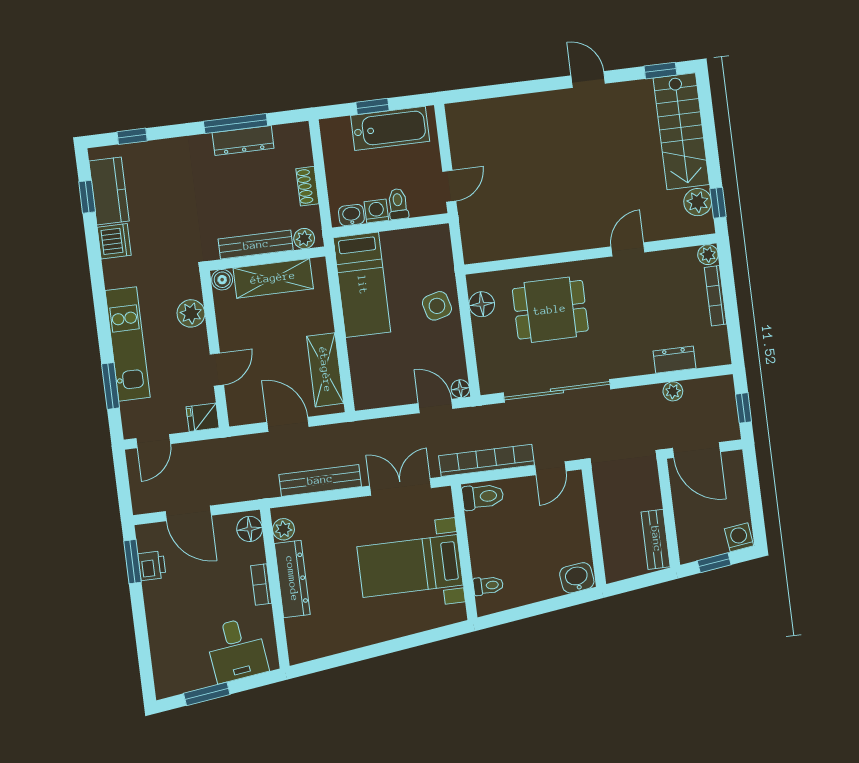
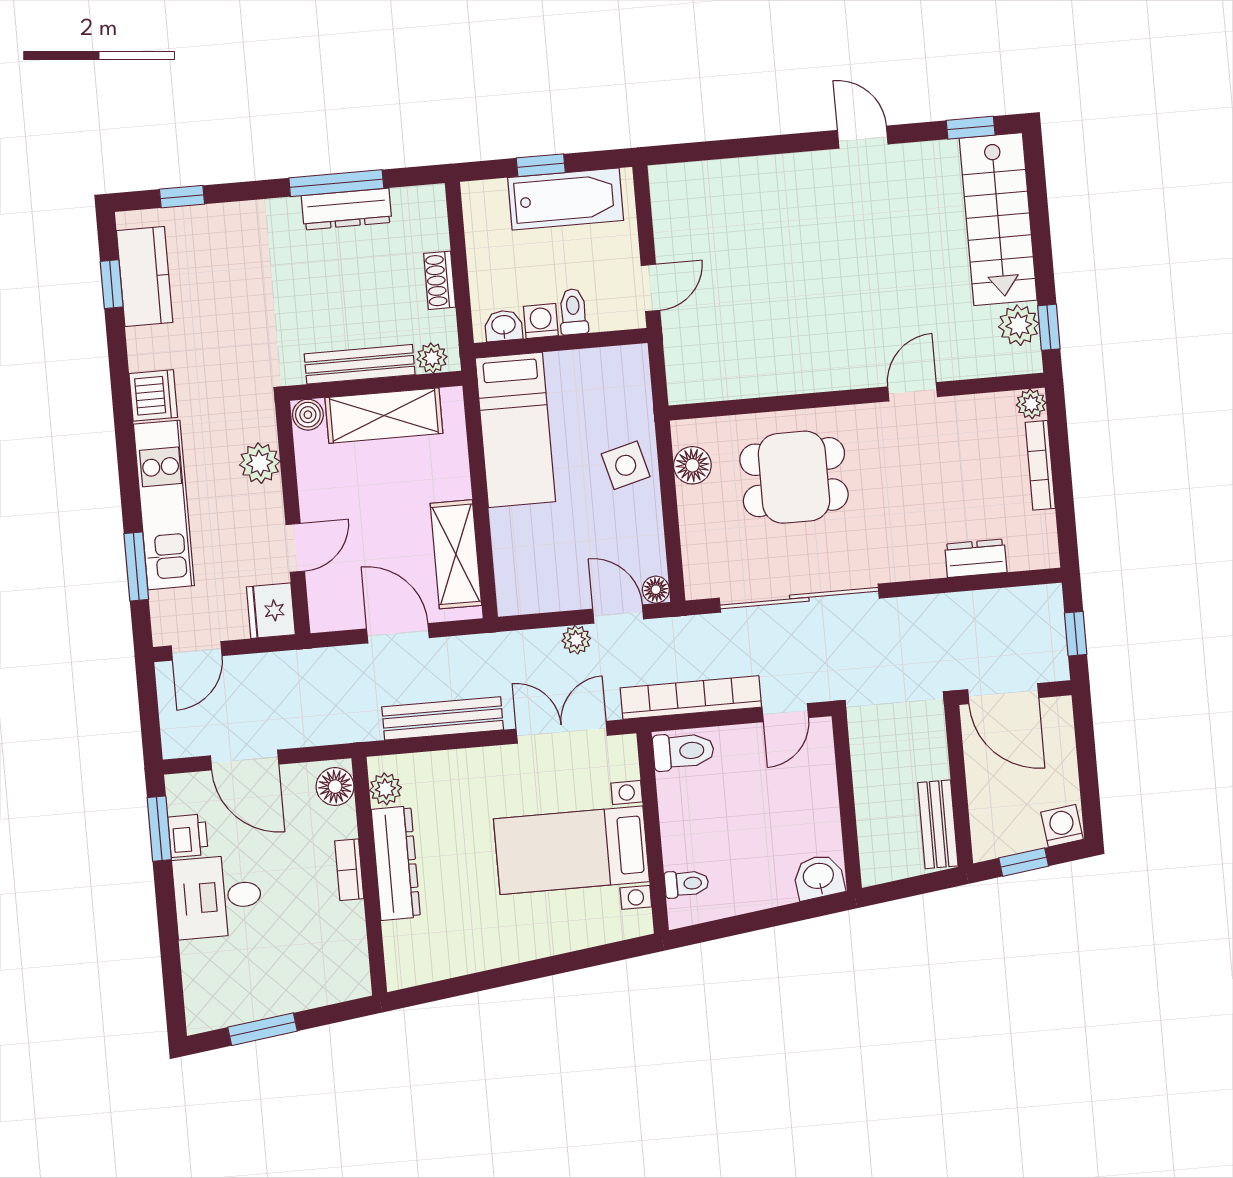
dishwasher: (114, 241) -> (153, 395), moved
plant: (673, 391) -> (576, 640), moved
fridge: (203, 417) -> (271, 611), width x1.38
desk: (237, 650) -> (218, 897), moved, turned 97

